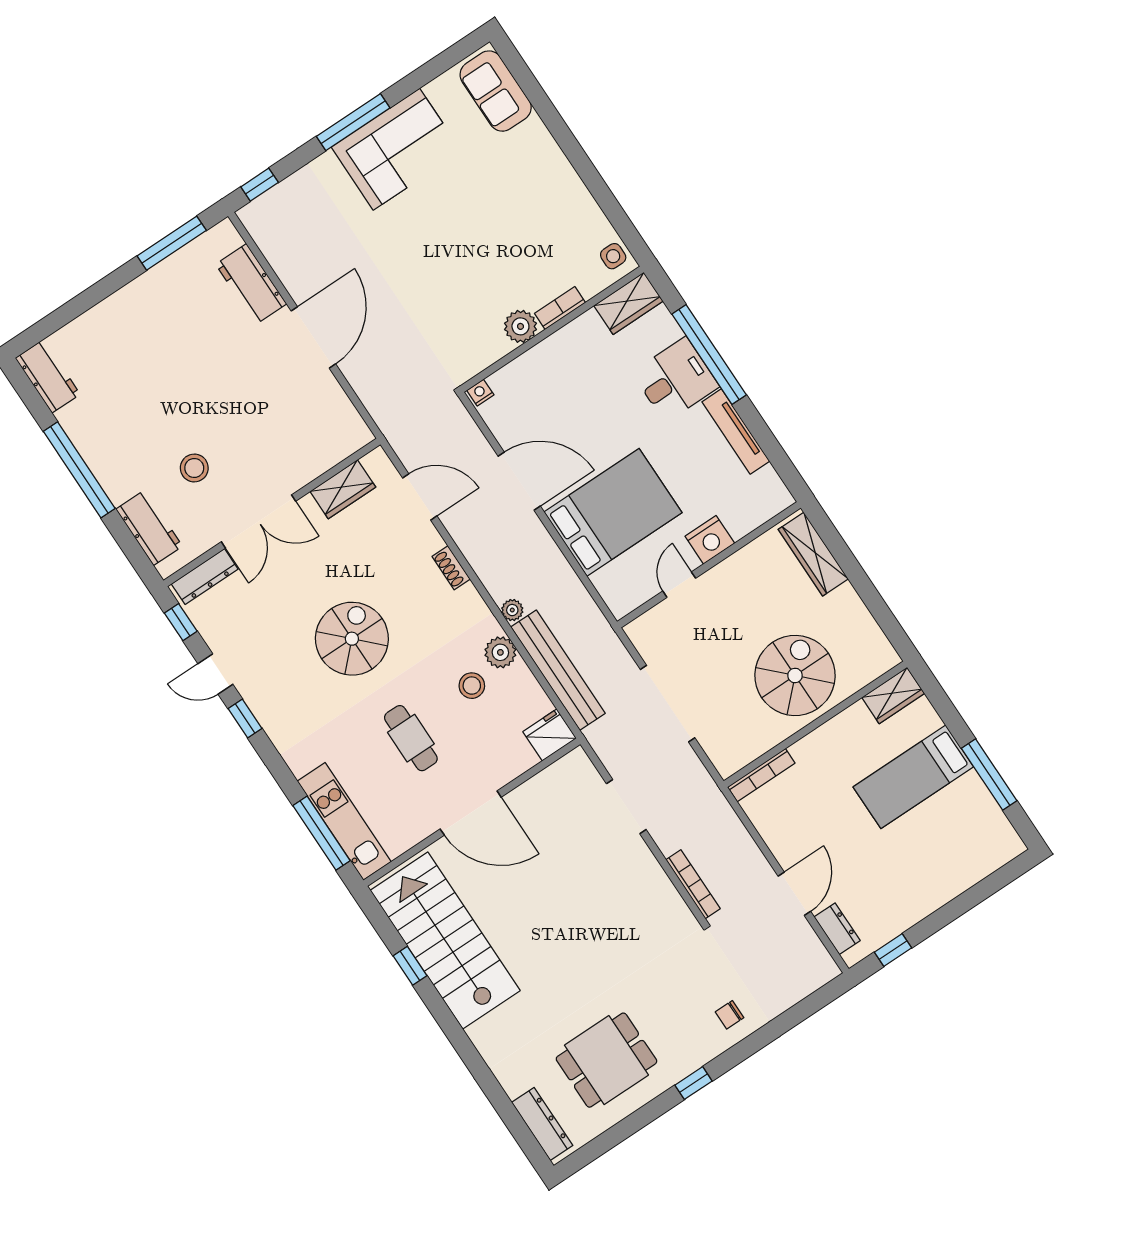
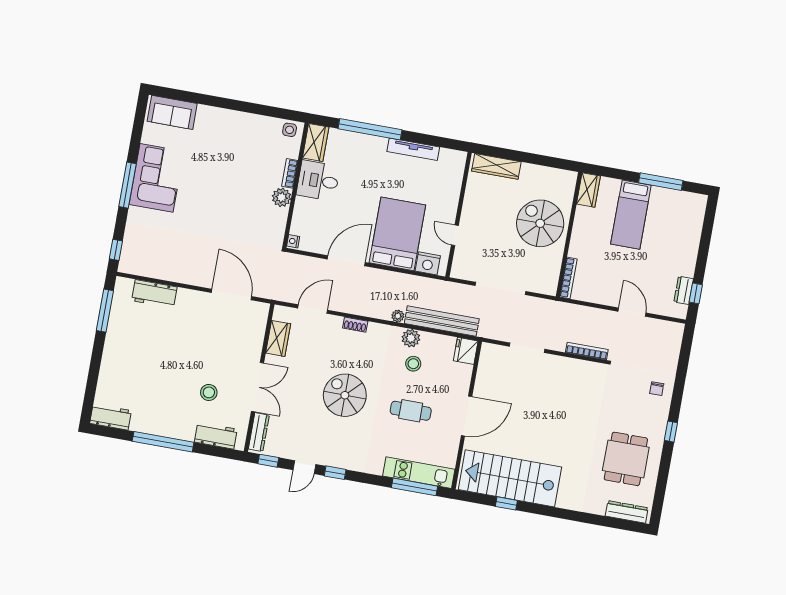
door: (313, 337) -> (231, 295), moved
desk: (676, 380) -> (318, 181), moved, turned -90
nightstand: (710, 540) -> (428, 263), moved, turned 90
dresser: (837, 929) -> (684, 290), moved, turned -90

